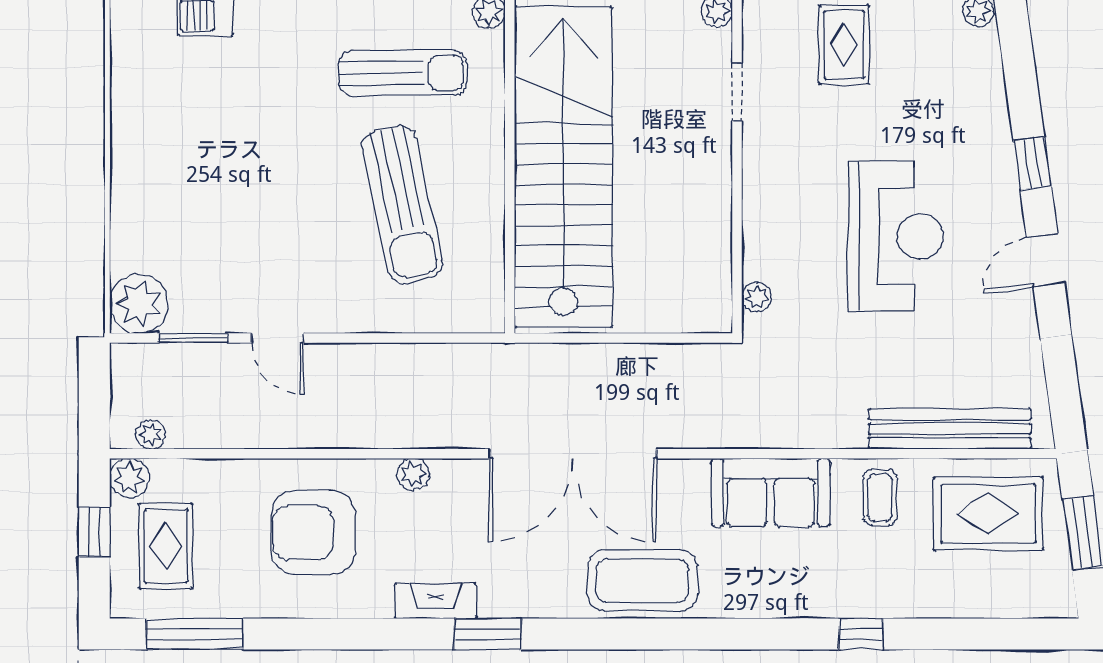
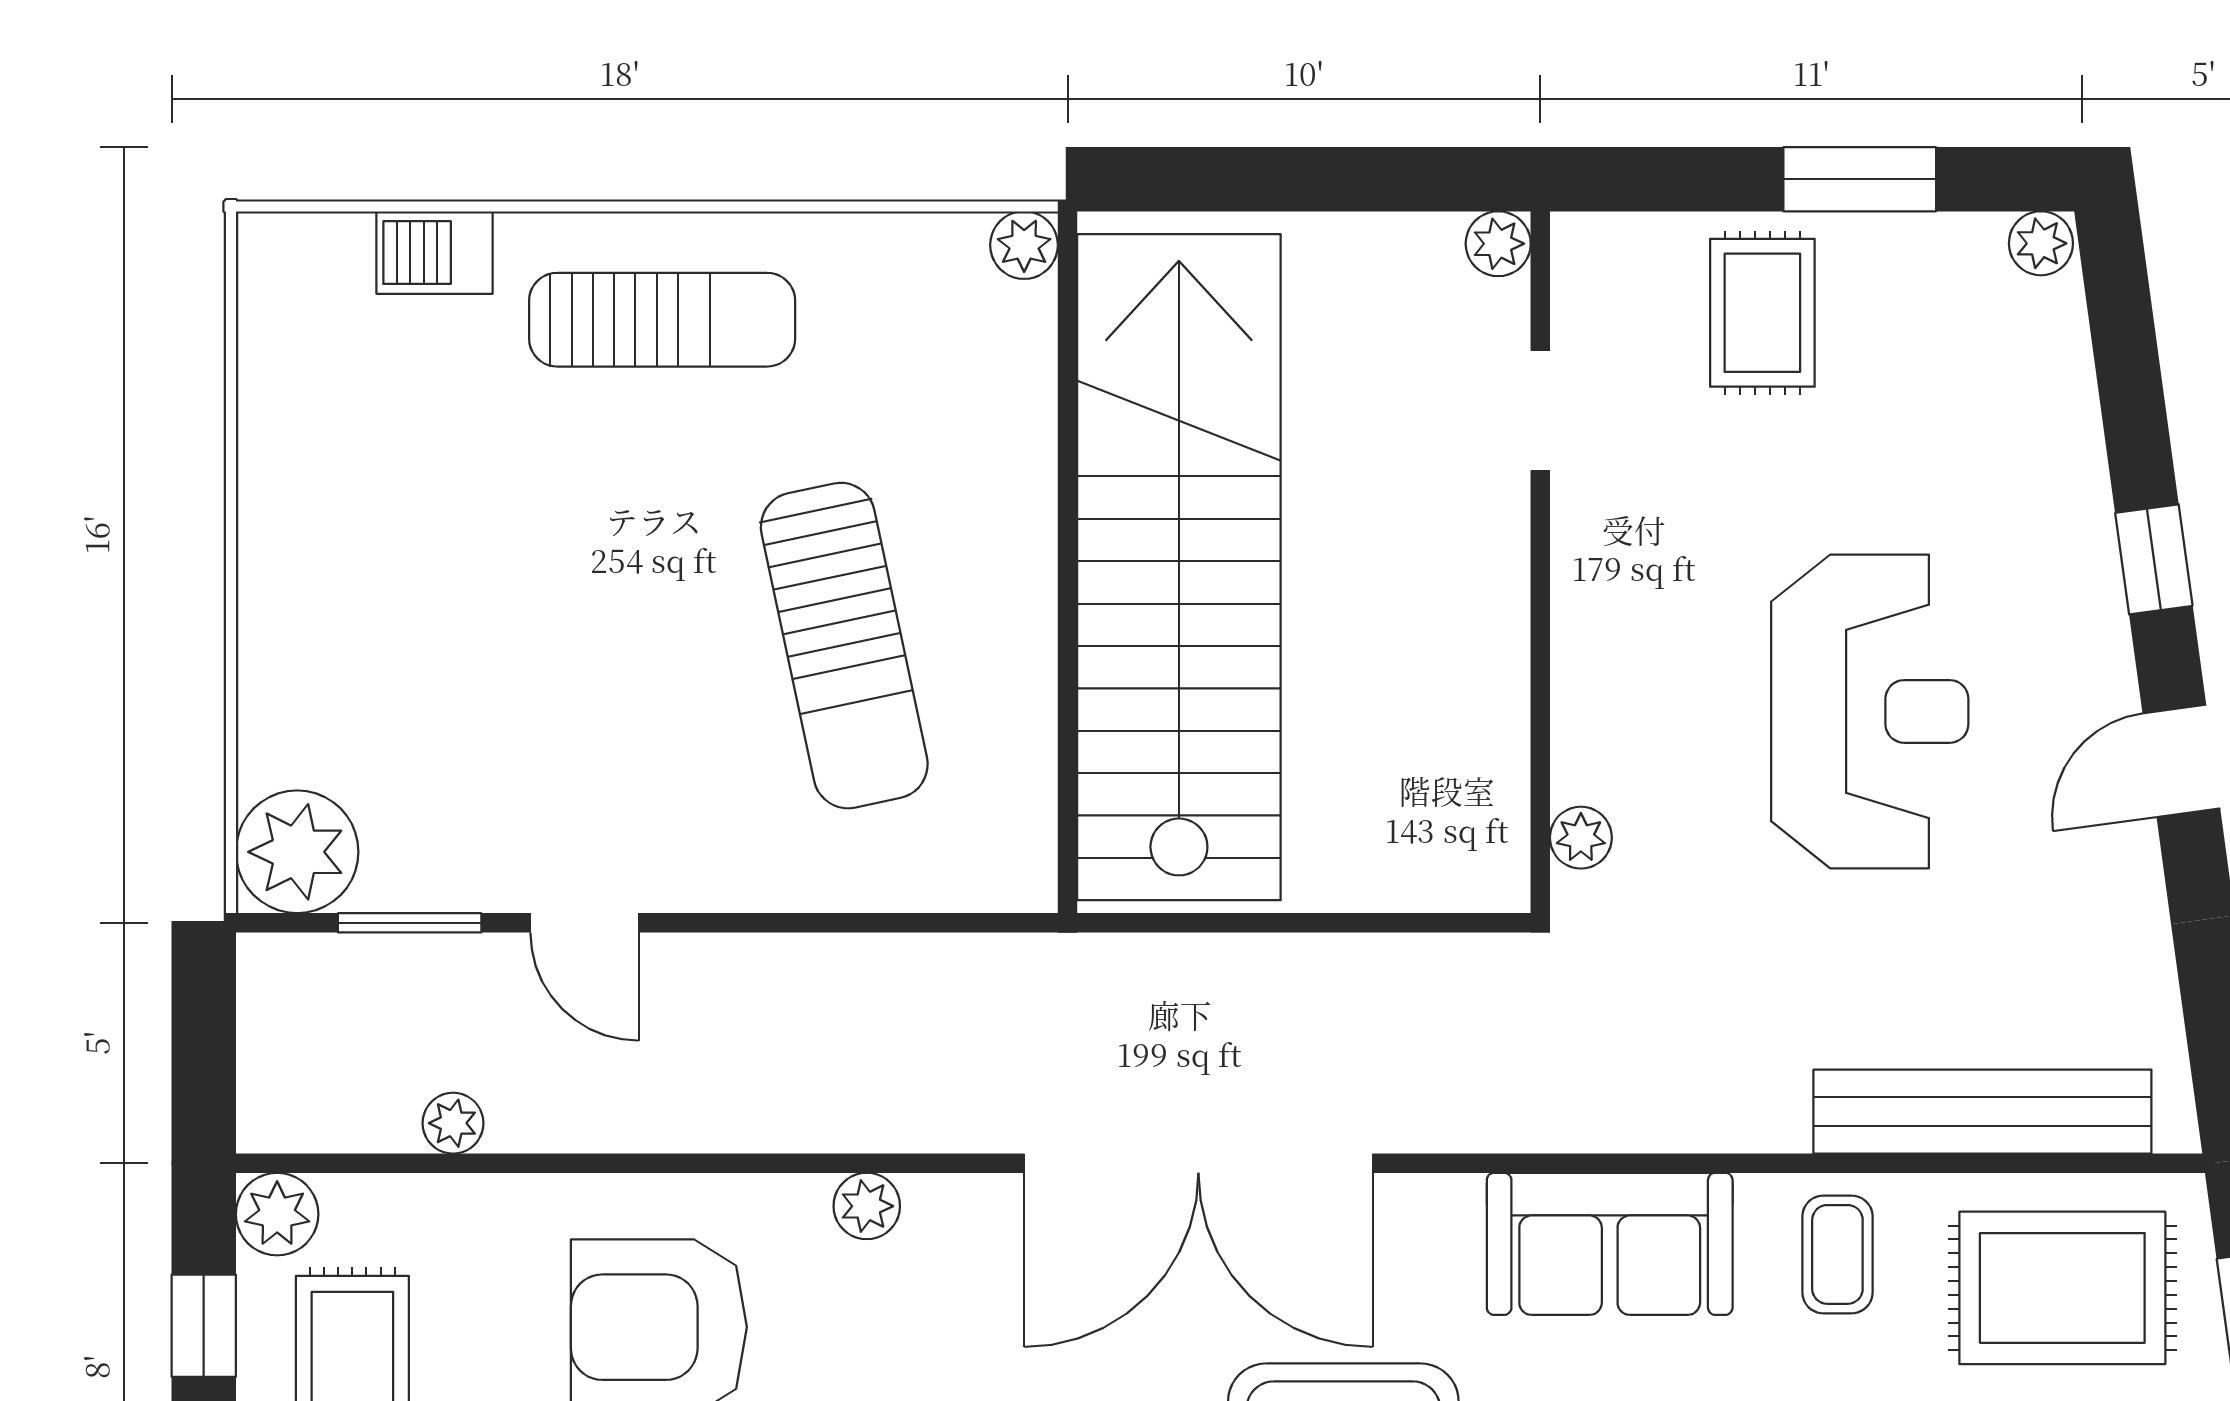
sun lounger: (403, 73) -> (662, 320), moved
plant: (151, 434) -> (453, 1123), moved

